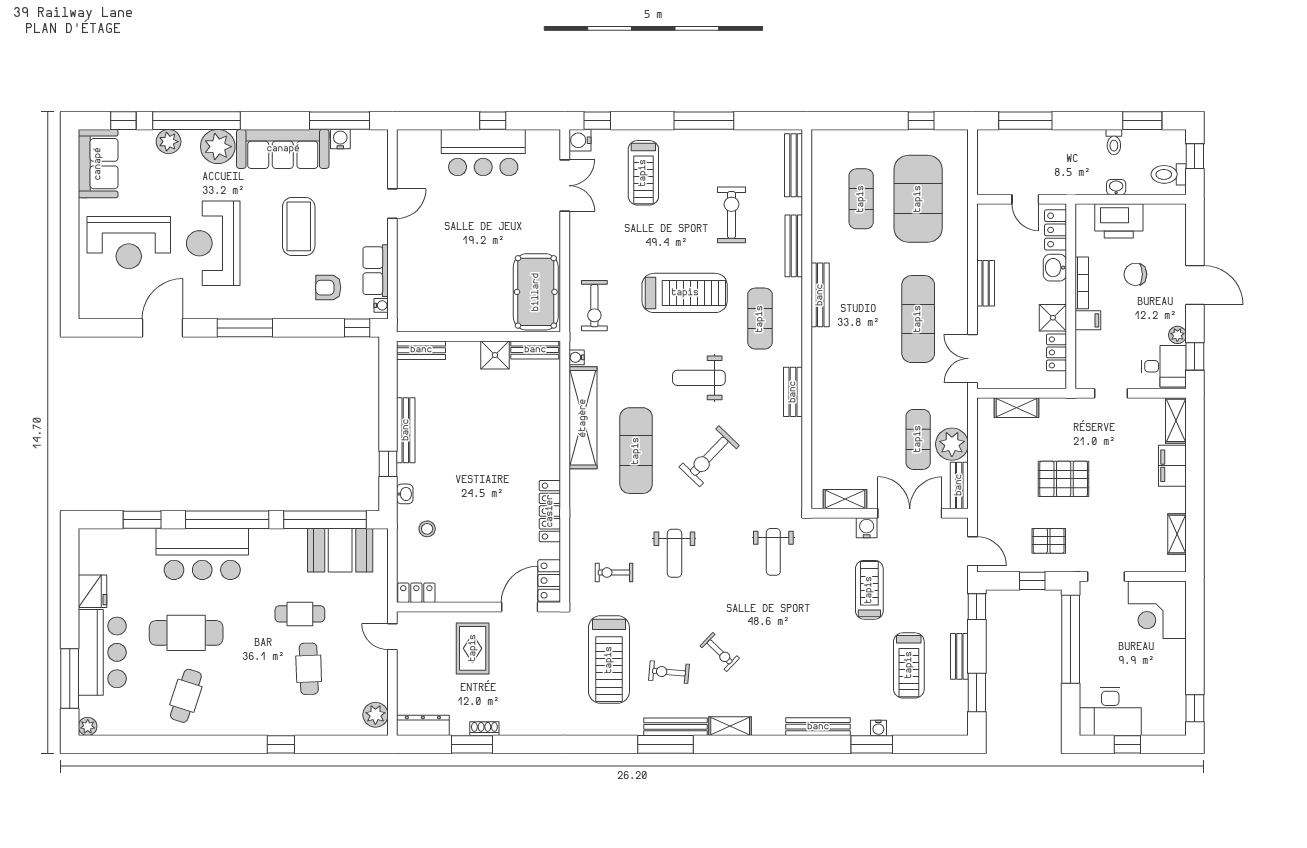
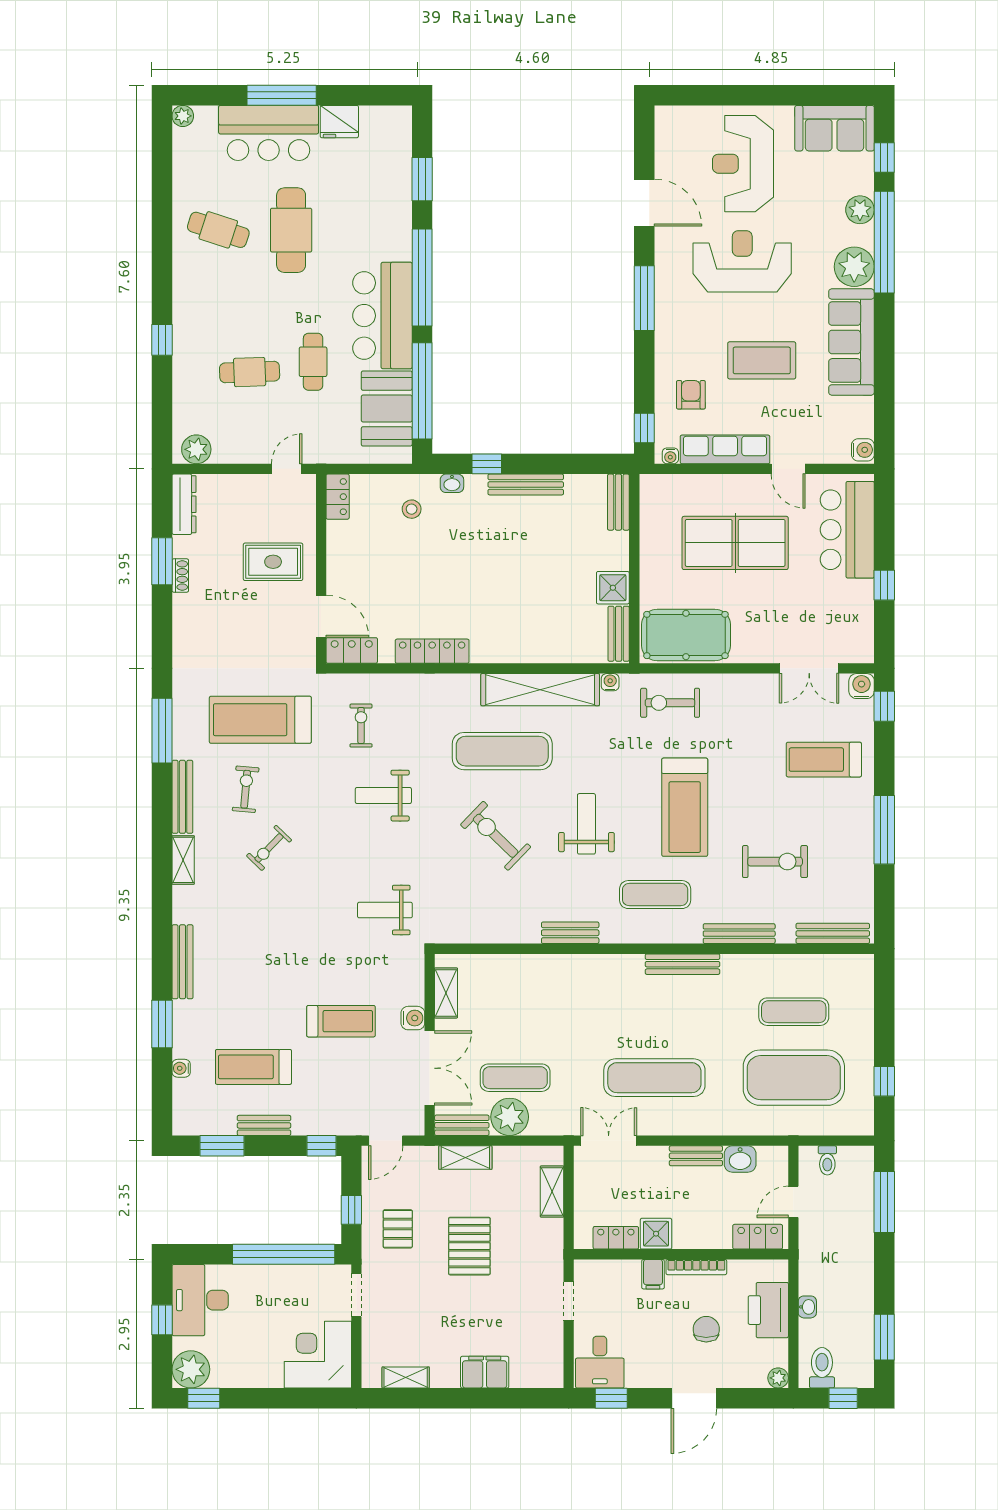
window: (339, 121) -> (884, 408), removed
water cooler: (340, 139) -> (863, 450), moved
toilet: (1114, 142) -> (827, 1160), moved, turned -90
bar counter: (483, 153) -> (847, 530), moved
table tennis table: (456, 249) -> (735, 543), added
washbasin: (1055, 268) -> (740, 1159), moved, turned 180
row of seats: (376, 271) -> (725, 449), width x1.48
plant: (1177, 335) -> (778, 1378), moved
shelving: (1176, 420) -> (465, 1158), moved
bar counter: (202, 554) -> (382, 316), moved
window: (70, 678) -> (282, 95), moved
plant: (1170, 719) -> (191, 1369), added
water cooler: (878, 728) -> (181, 1068), moved
window: (665, 744) -> (162, 731), moved

